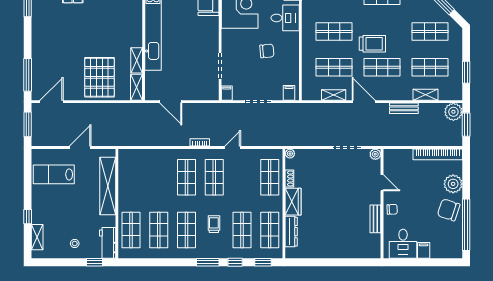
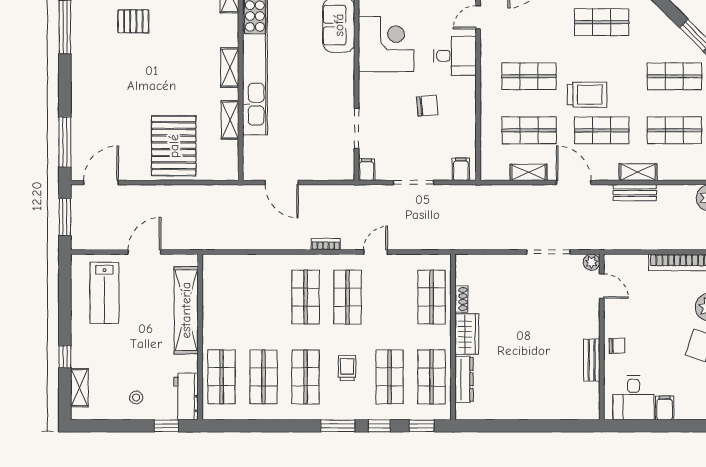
shelving: (136, 87) -> (230, 68), moved
shelving: (425, 95) -> (638, 172), moved
plant: (290, 154) -> (462, 261), removed
lab bench: (54, 174) -> (104, 293), turned -90
door: (382, 183) -> (602, 286), moved

